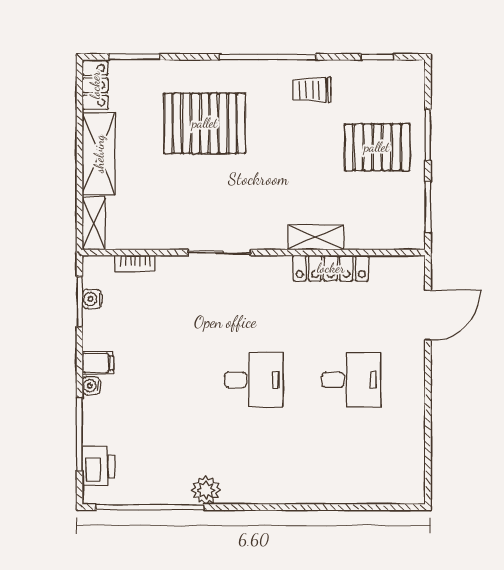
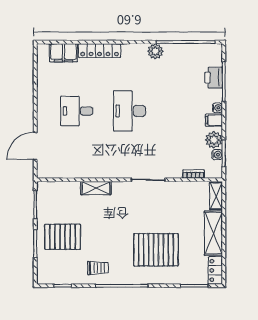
locker: (331, 268) -> (100, 51), moved, turned 180
plant: (98, 326) -> (214, 140), added
desk: (254, 380) -> (129, 111), width x1.37
printer: (98, 466) -> (214, 78), moved
filing cabinet: (376, 487) -> (63, 53), added

